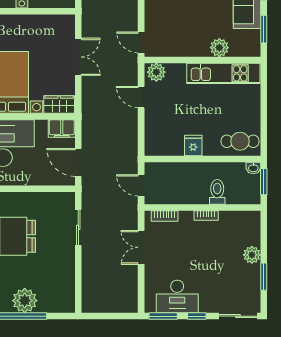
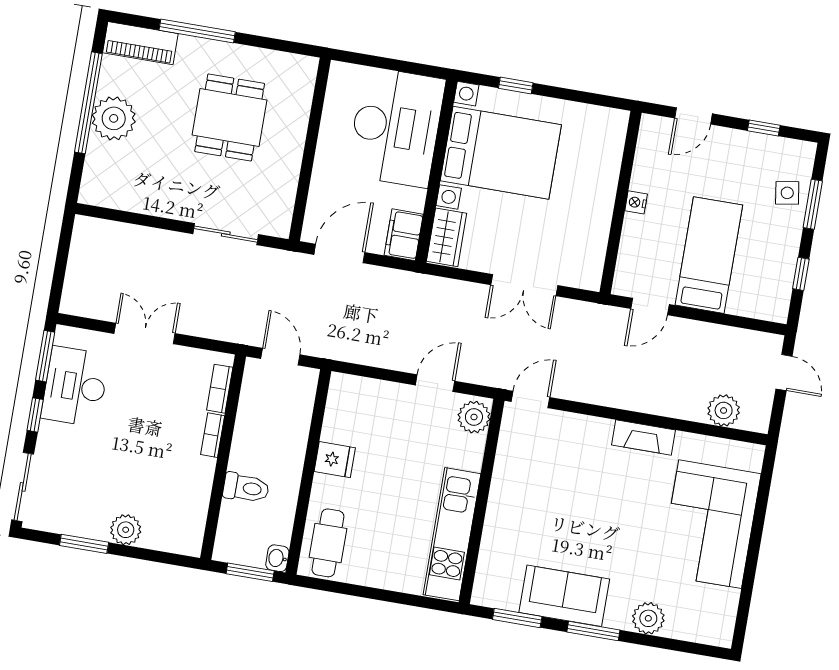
plant: (219, 48) -> (498, 535), removed
door: (141, 185) -> (280, 357), hinge flipped
bookcase: (206, 216) -> (213, 435), moved
double door: (141, 247) -> (145, 333), moved

